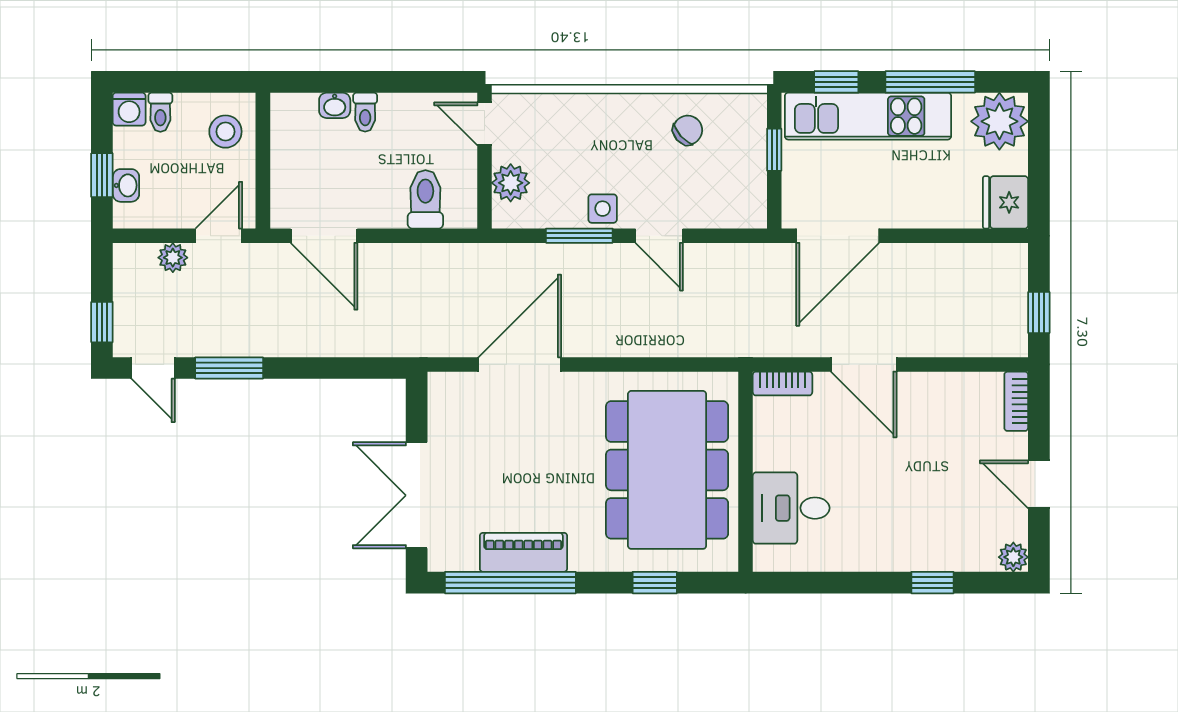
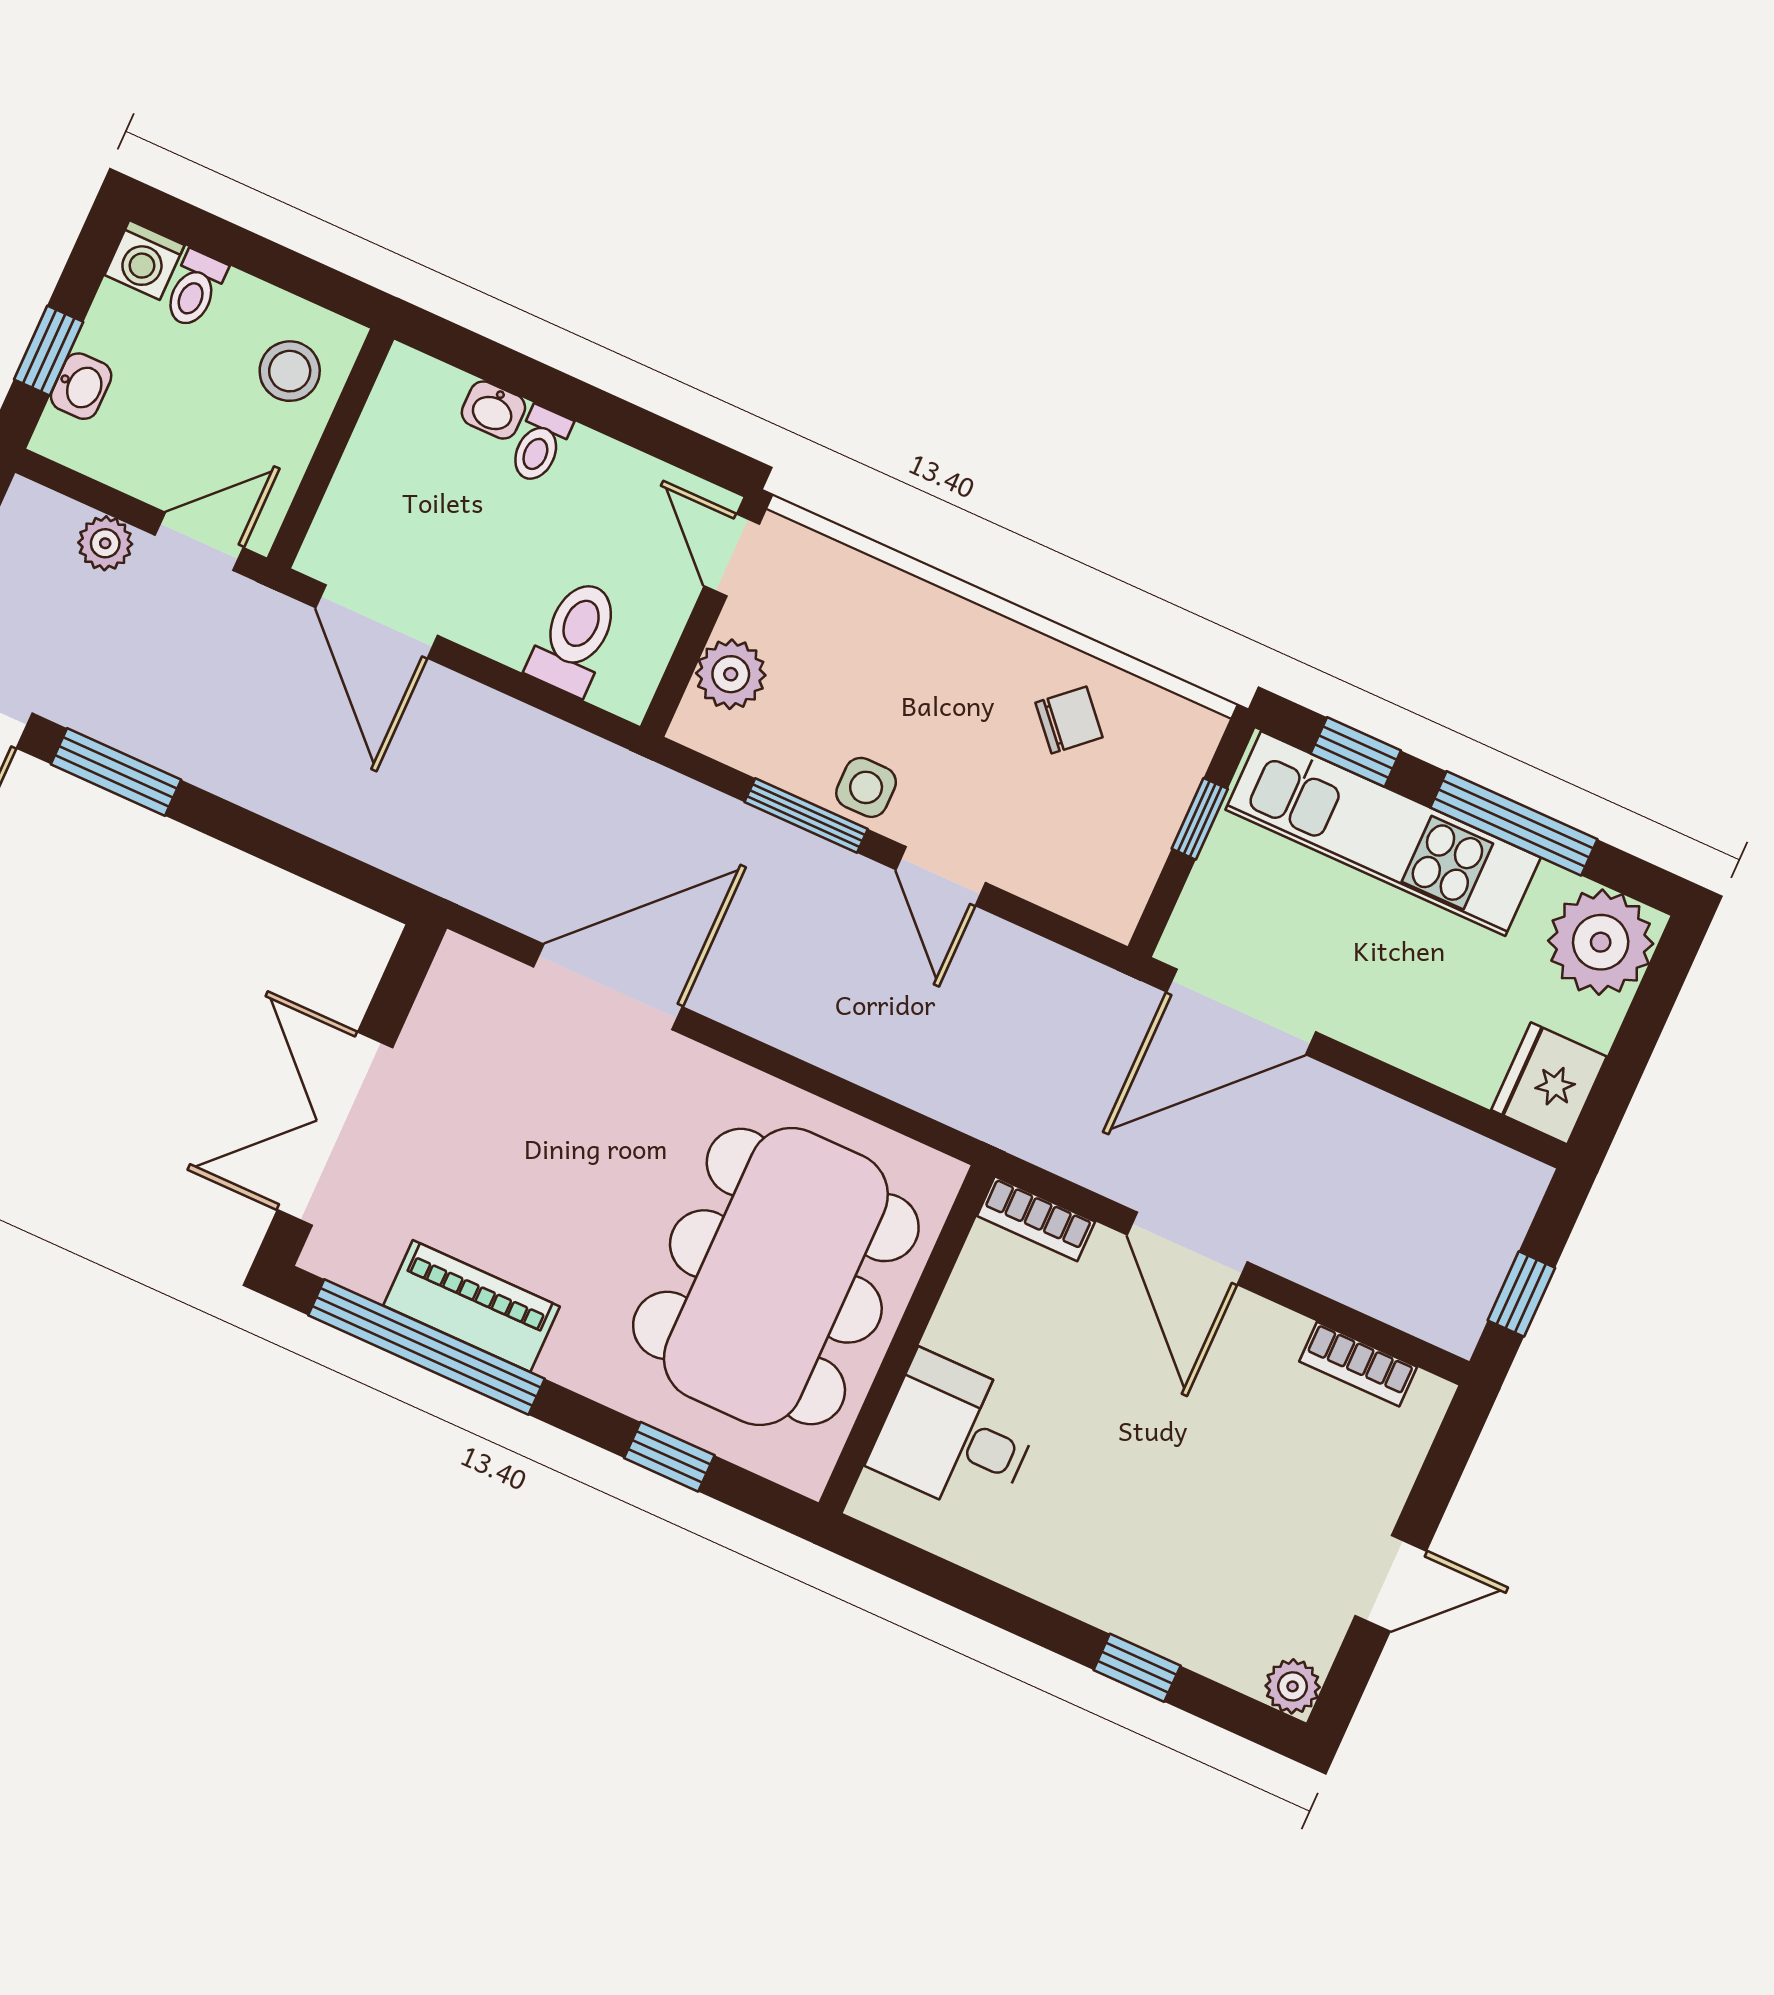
bookcase: (1016, 401) -> (1358, 1364), moved, turned -90
door: (1039, 484) -> (1391, 1583), swing flipped

